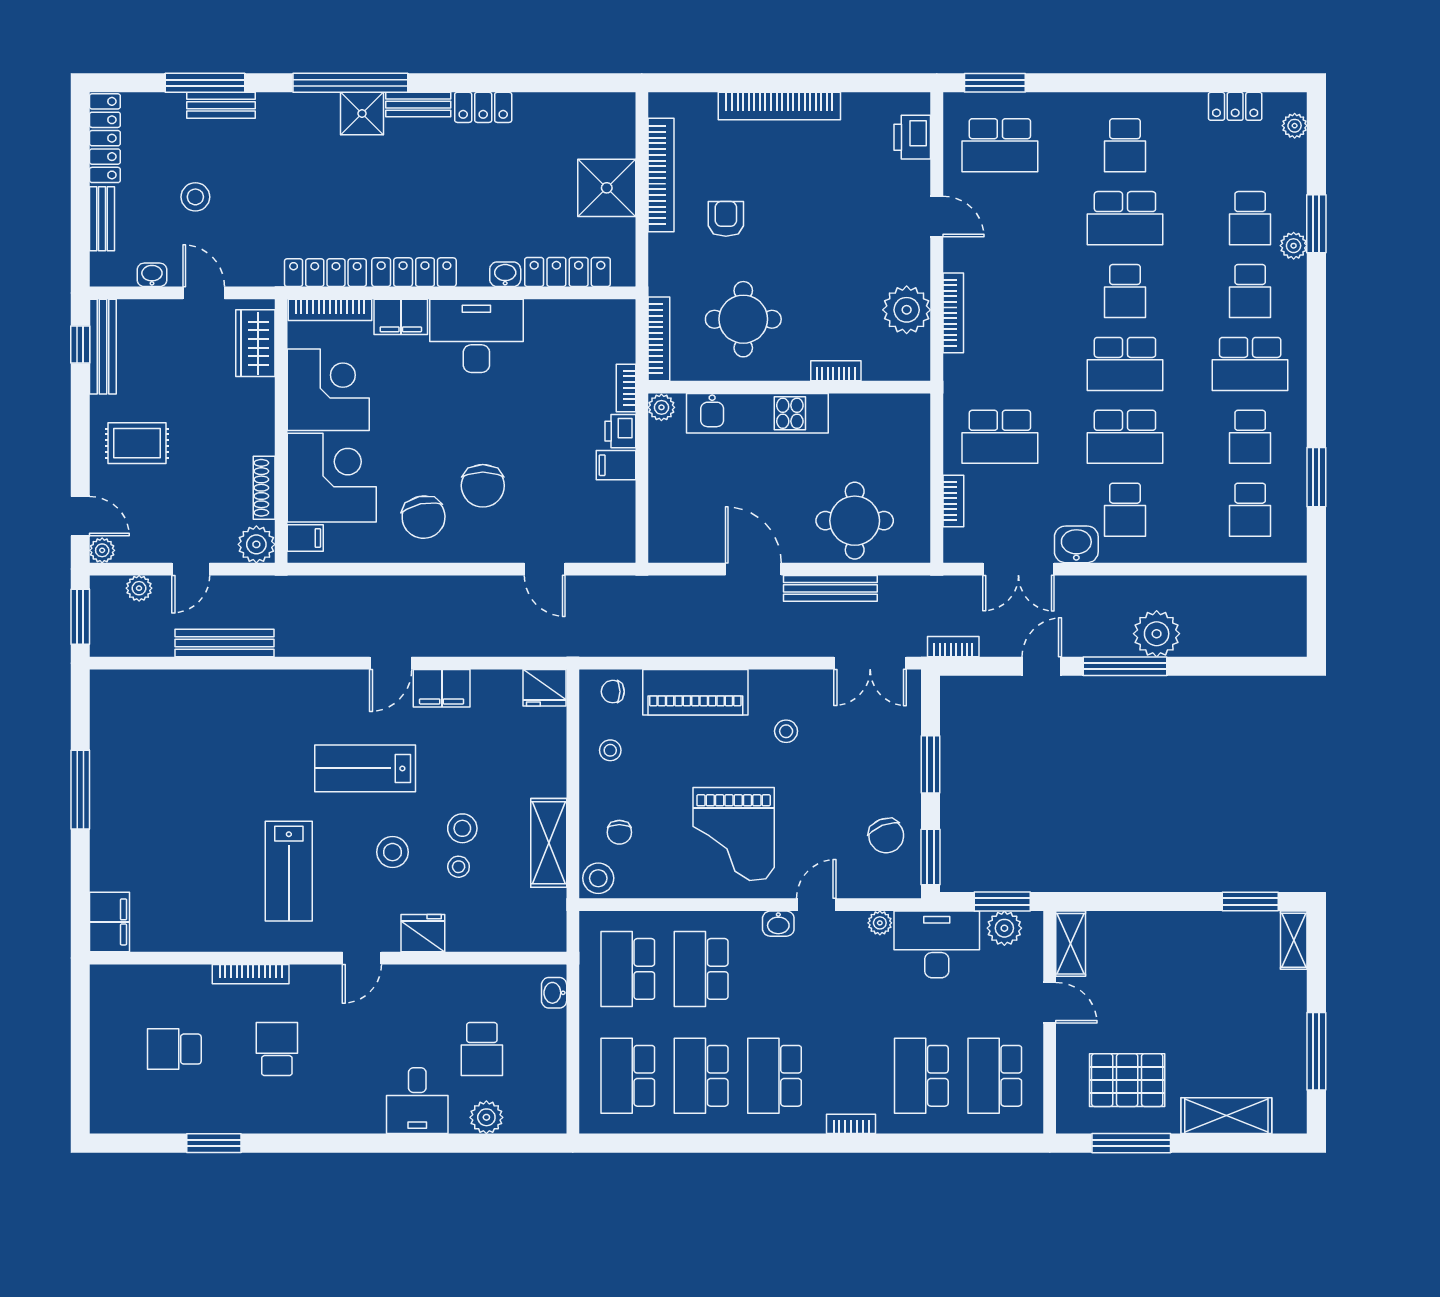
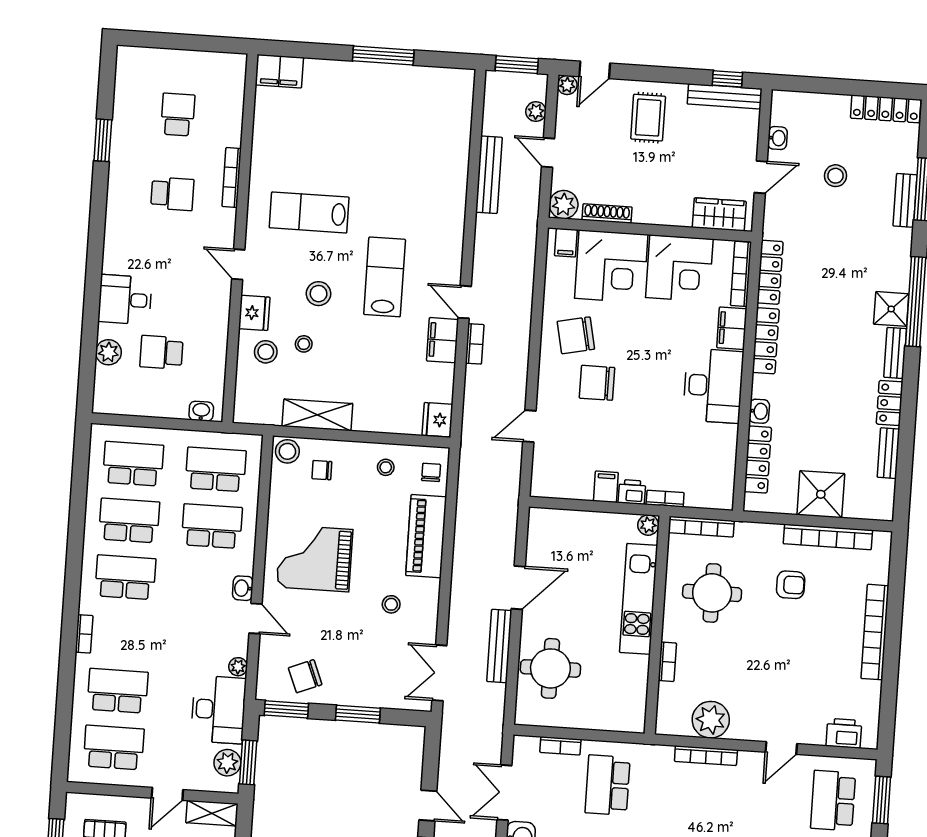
bench: (102, 219) -> (888, 453), moved, turned 90
bookcase: (953, 647) -> (475, 344), moved
stool: (462, 828) -> (266, 352), moved

